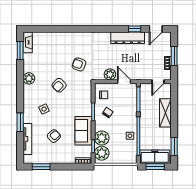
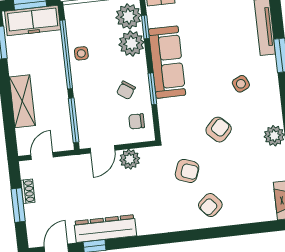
door: (124, 82) -> (102, 149), hinge flipped
sofa: (83, 131) -> (167, 62), width x1.36
armchair: (54, 136) -> (210, 205), moved

